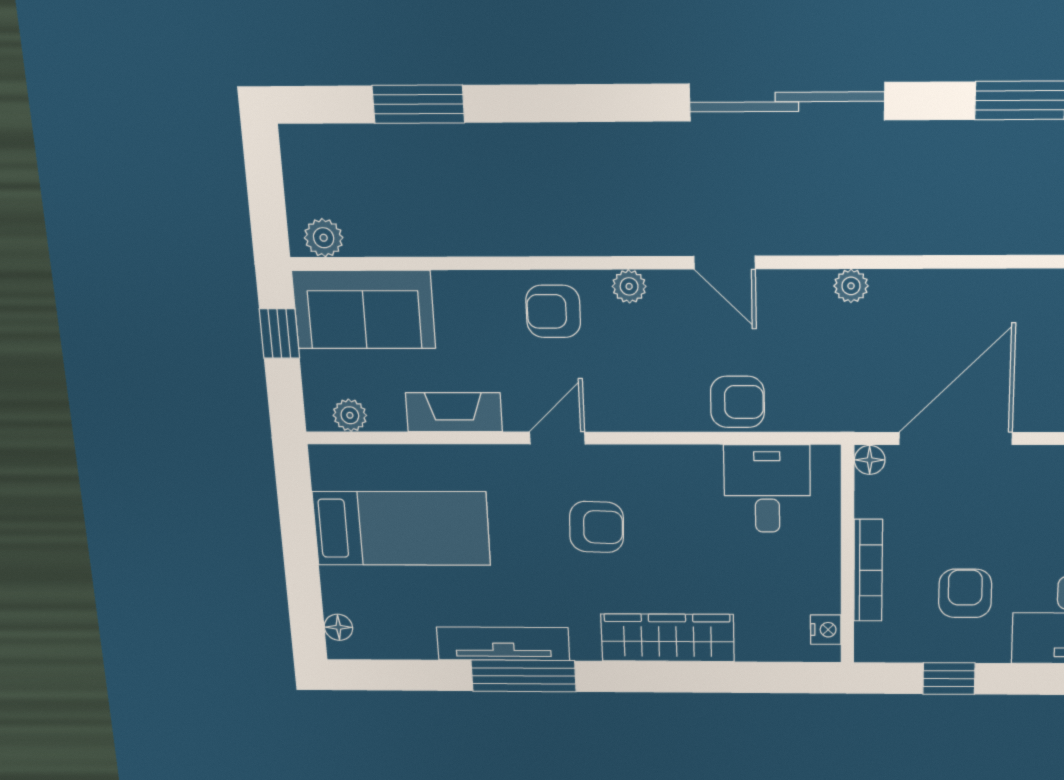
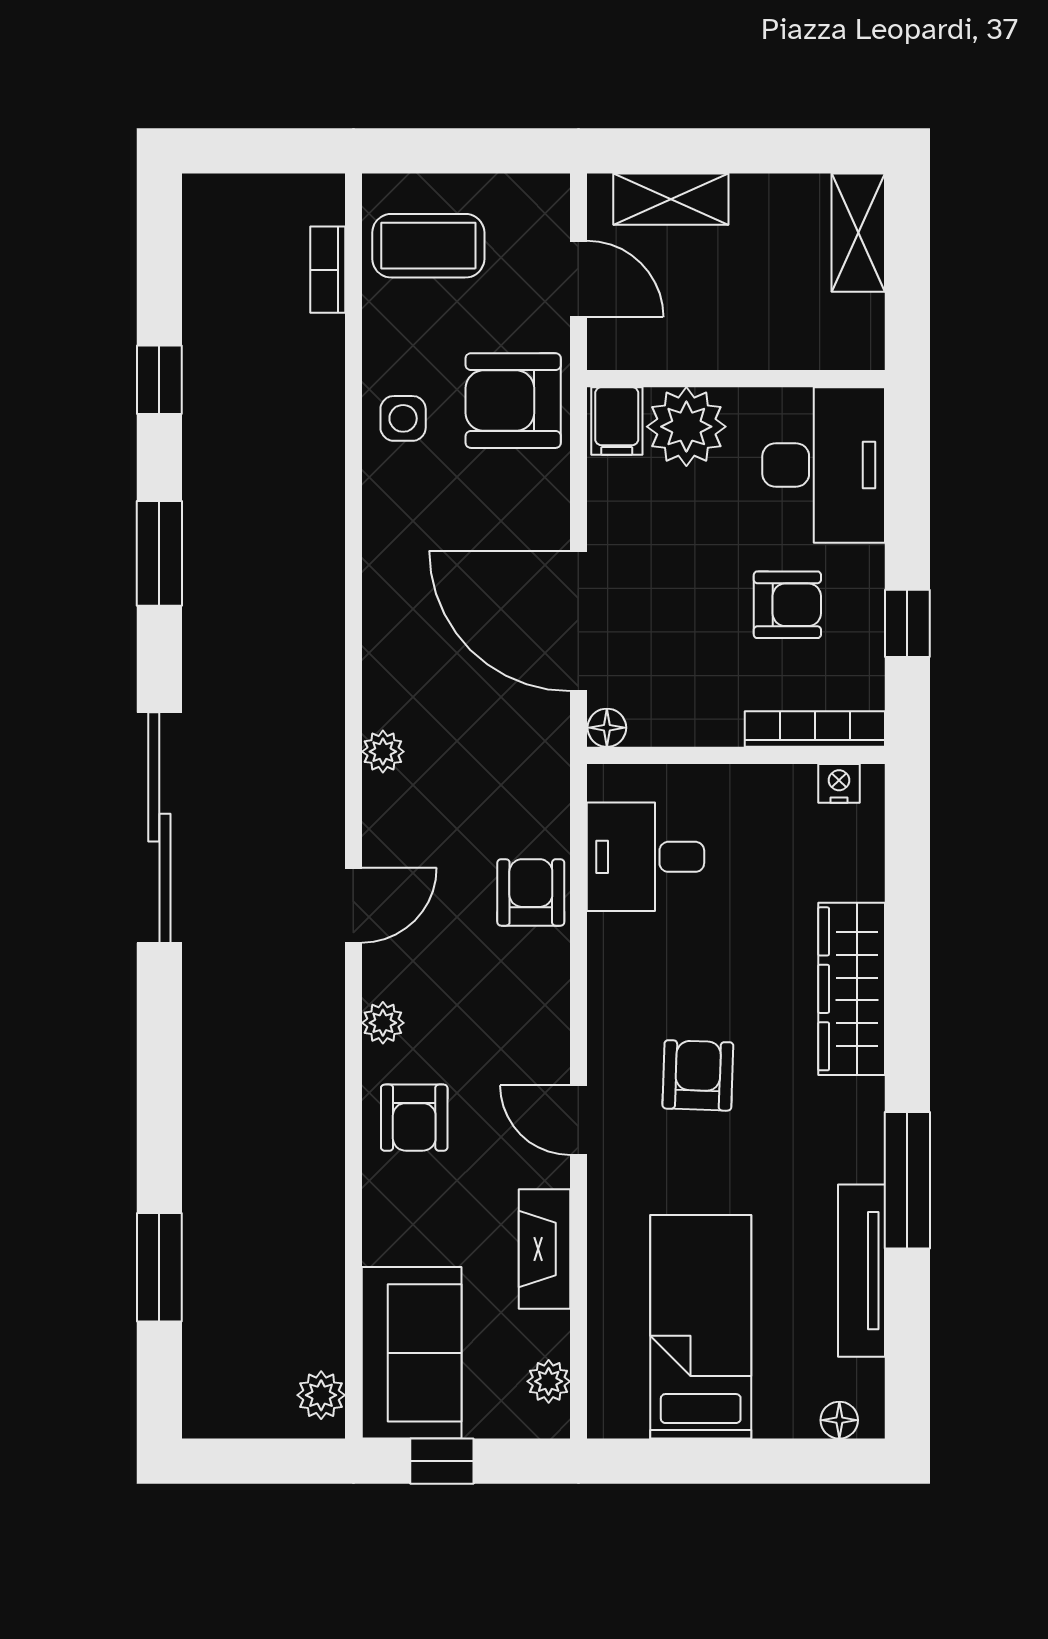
bookcase: (868, 570) -> (815, 729), moved
armchair: (965, 593) -> (787, 605), turned 180
tv unit: (503, 644) -> (862, 1271), moved

